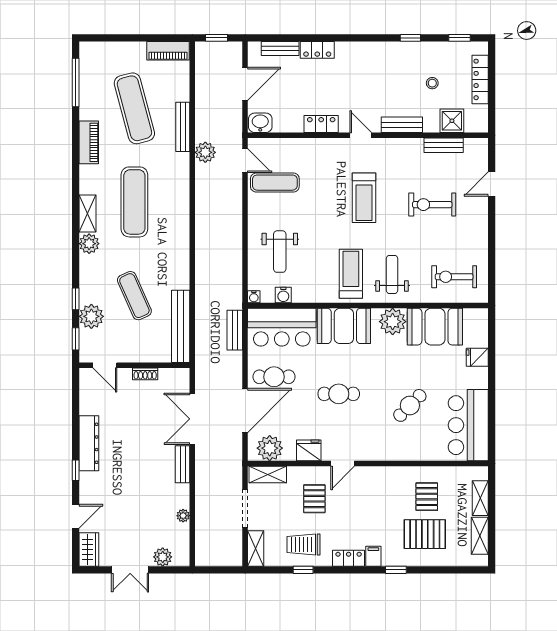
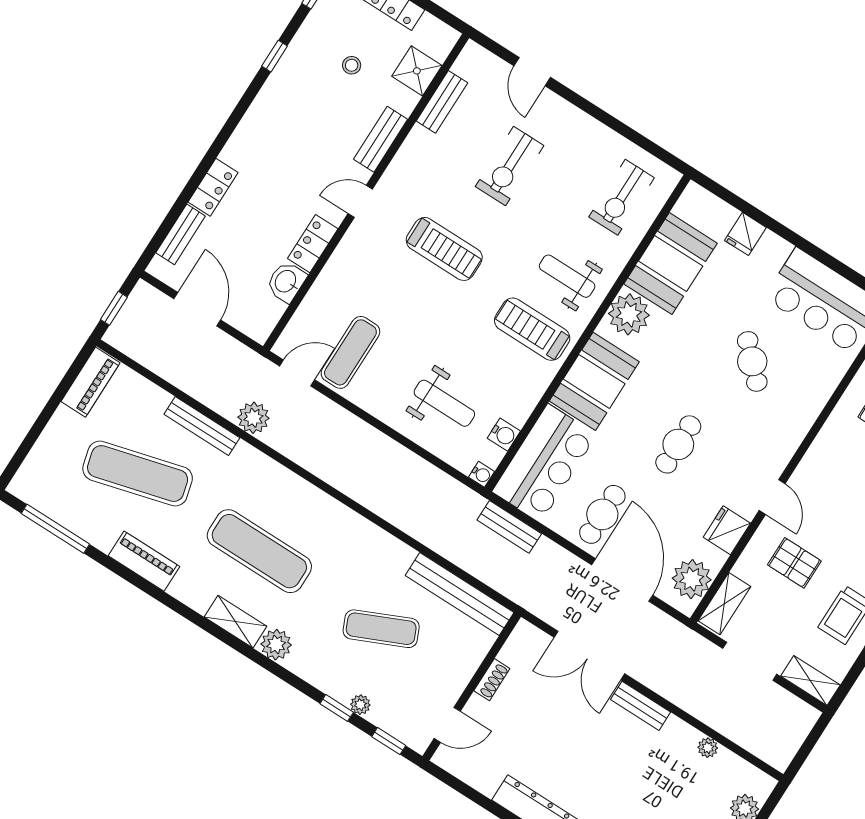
washbasin: (260, 123) -> (286, 282), moved
plant: (91, 316) -> (360, 705), width x0.53, depth x0.53

